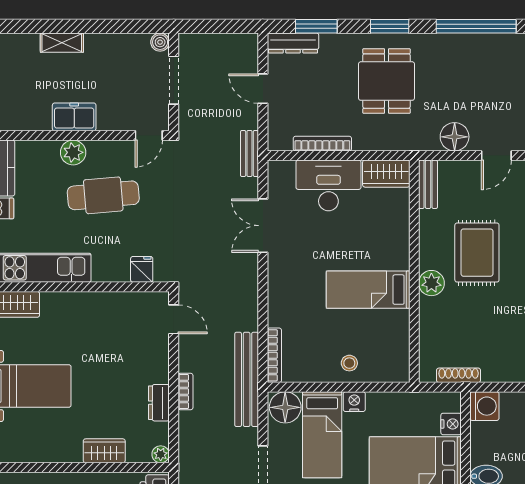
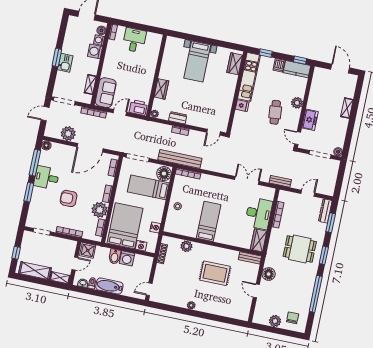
freezer: (74, 117) -> (310, 120), moved
cafe table: (103, 195) -> (275, 112), width x0.73, depth x0.74
fridge: (142, 269) -> (242, 106), moved
plant: (431, 283) -> (186, 246), moved
nightstand: (354, 402) -> (155, 228), moved
washing machine: (484, 406) -> (127, 258), moved

